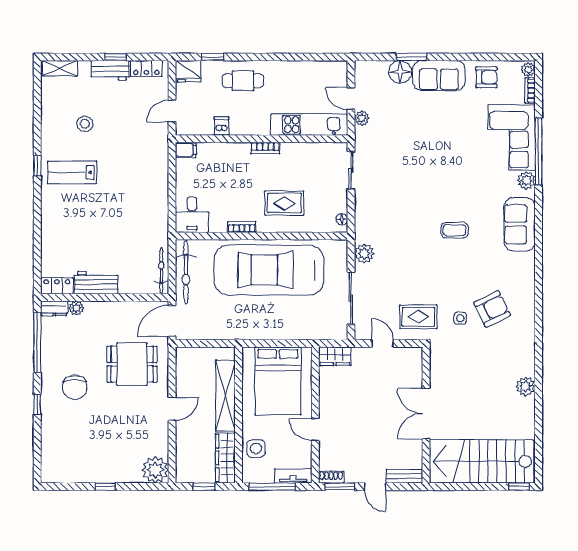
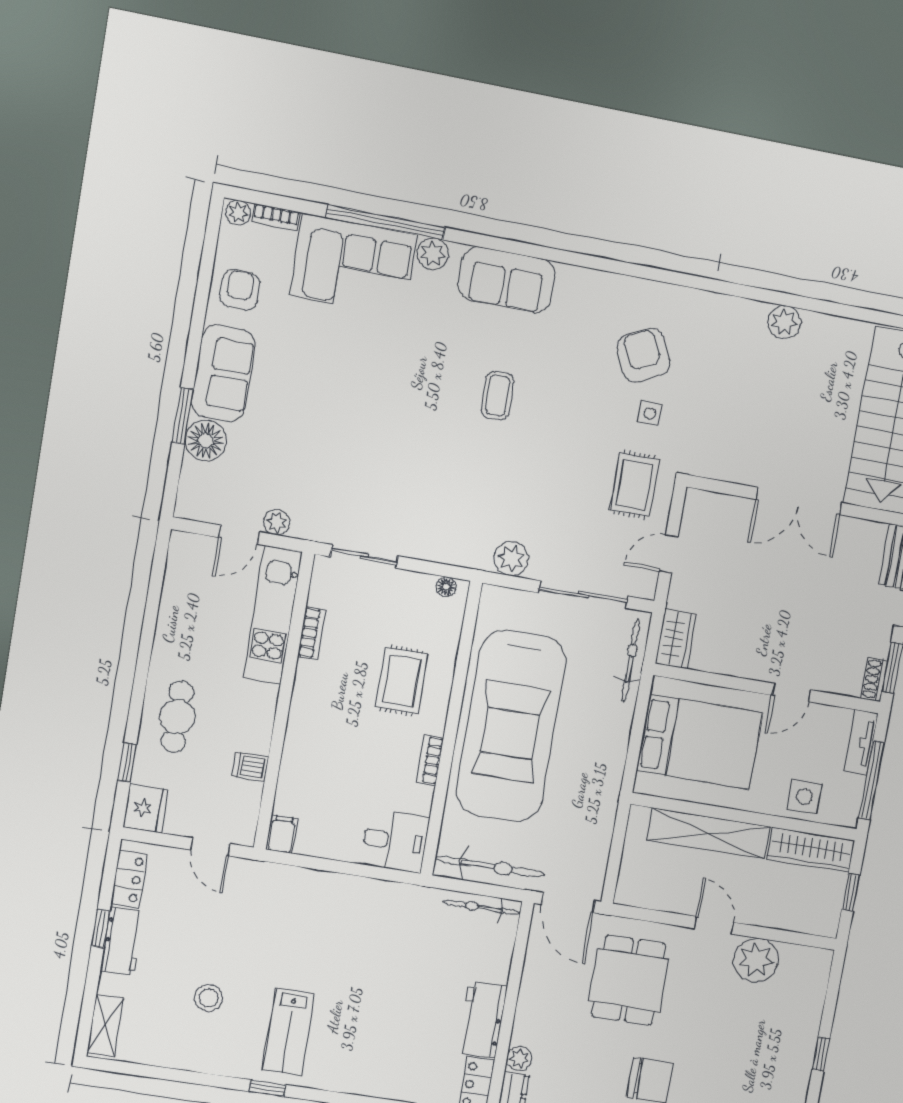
bookcase: (265, 148) -> (312, 633), moved
bicycle: (318, 332) -> (631, 660), added
plant: (155, 470) -> (756, 960), moved

